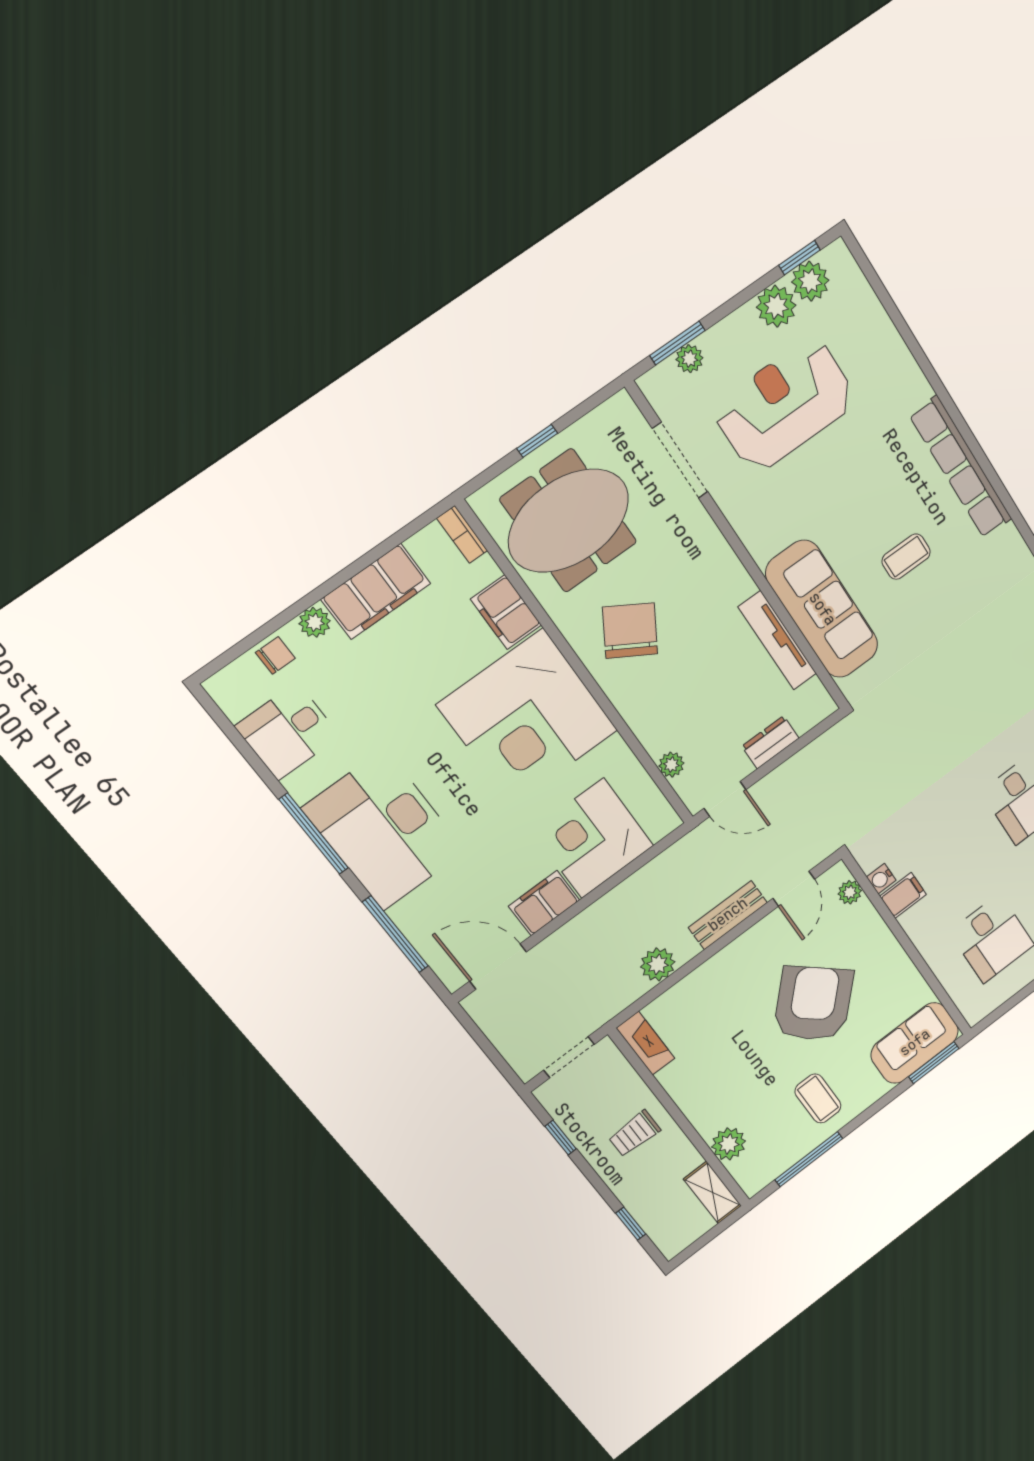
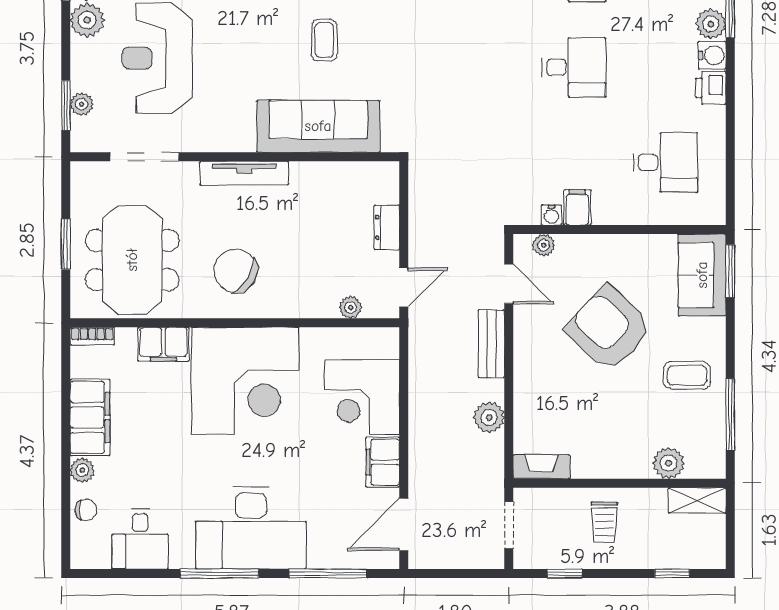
window: (537, 441) -> (66, 244), width x1.50
tv unit: (777, 640) -> (244, 173), moved
chair: (275, 655) -> (86, 510), turned 90

